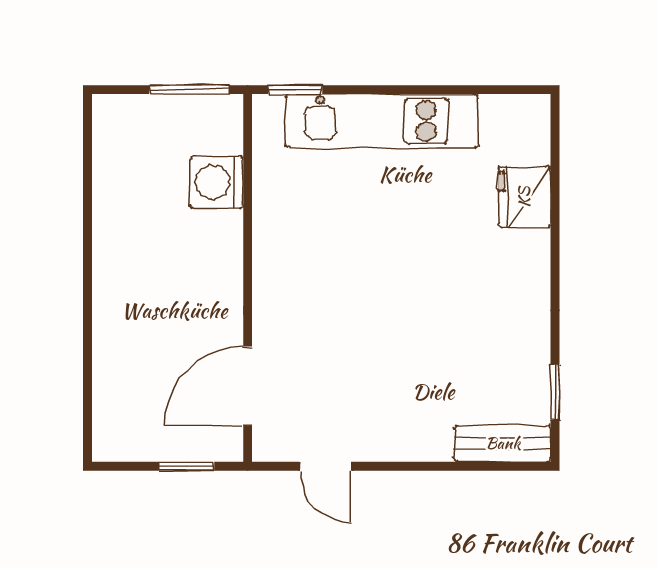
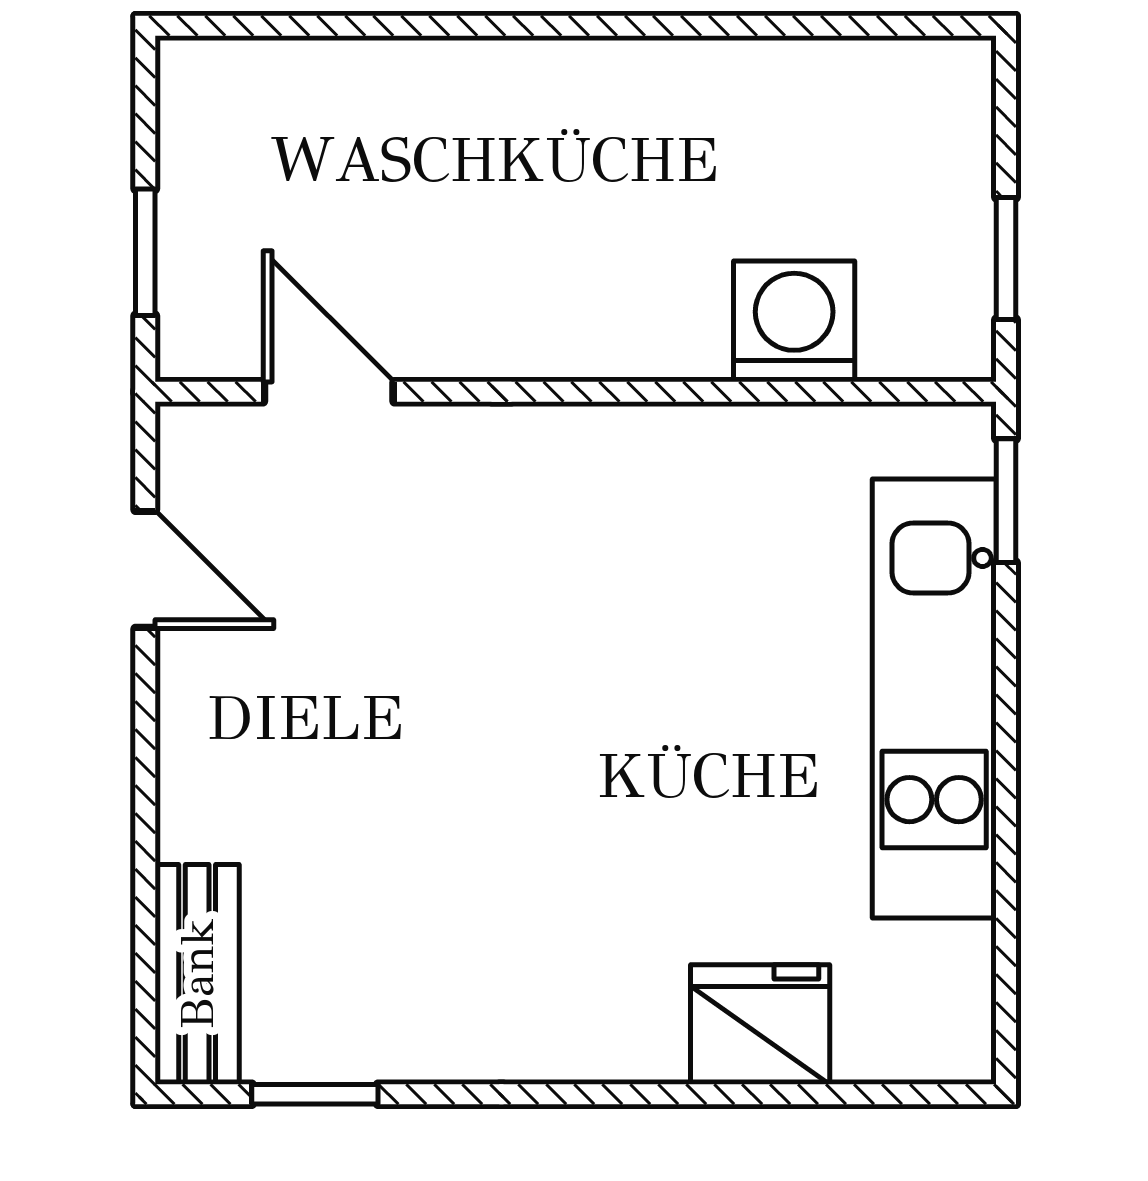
window: (189, 90) -> (1006, 258), width x0.67
door: (248, 386) -> (329, 392), width x0.73
door: (325, 466) -> (145, 569), swing flipped

